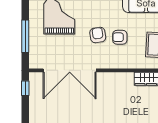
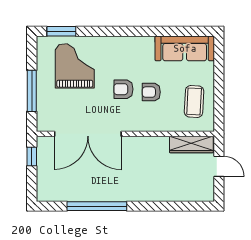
armchair: (98, 35) -> (123, 89), turned -82

